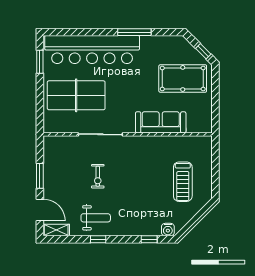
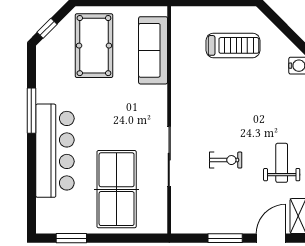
bar counter: (92, 50) -> (55, 151), width x0.73
window: (203, 51) -> (47, 28), moved
sofa: (161, 122) -> (153, 50), moved

